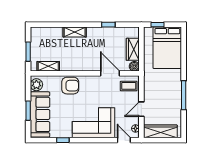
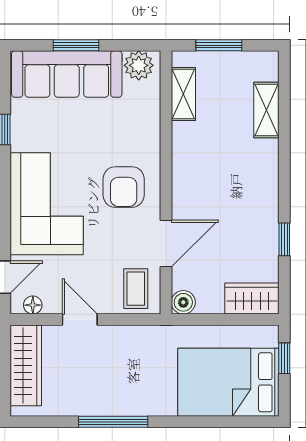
shelving: (75, 32) -> (266, 110), moved
wardrobe: (133, 49) -> (252, 299), moved
armchair: (70, 86) -> (124, 187), moved

